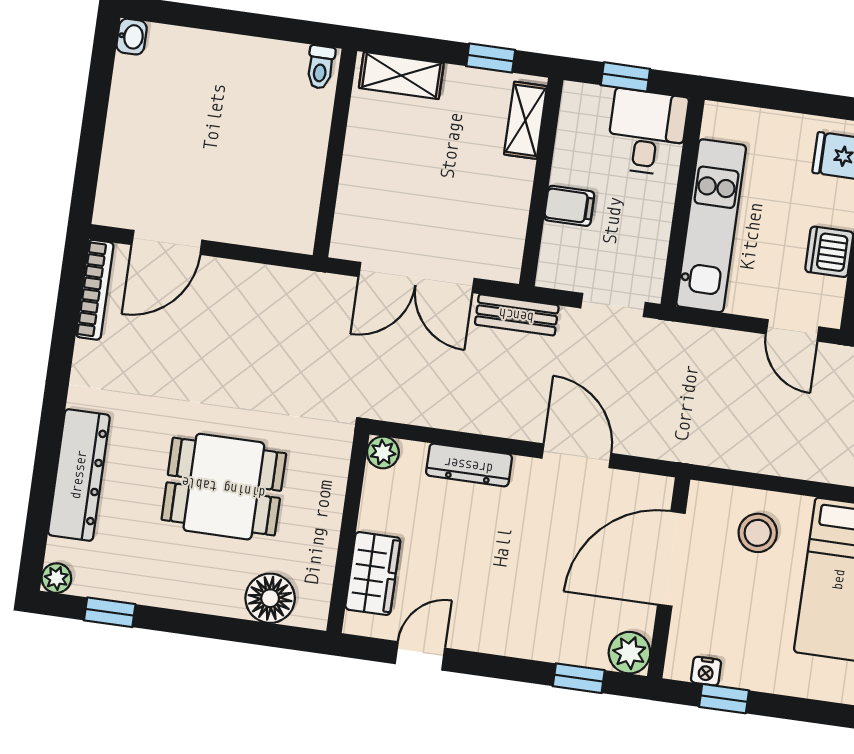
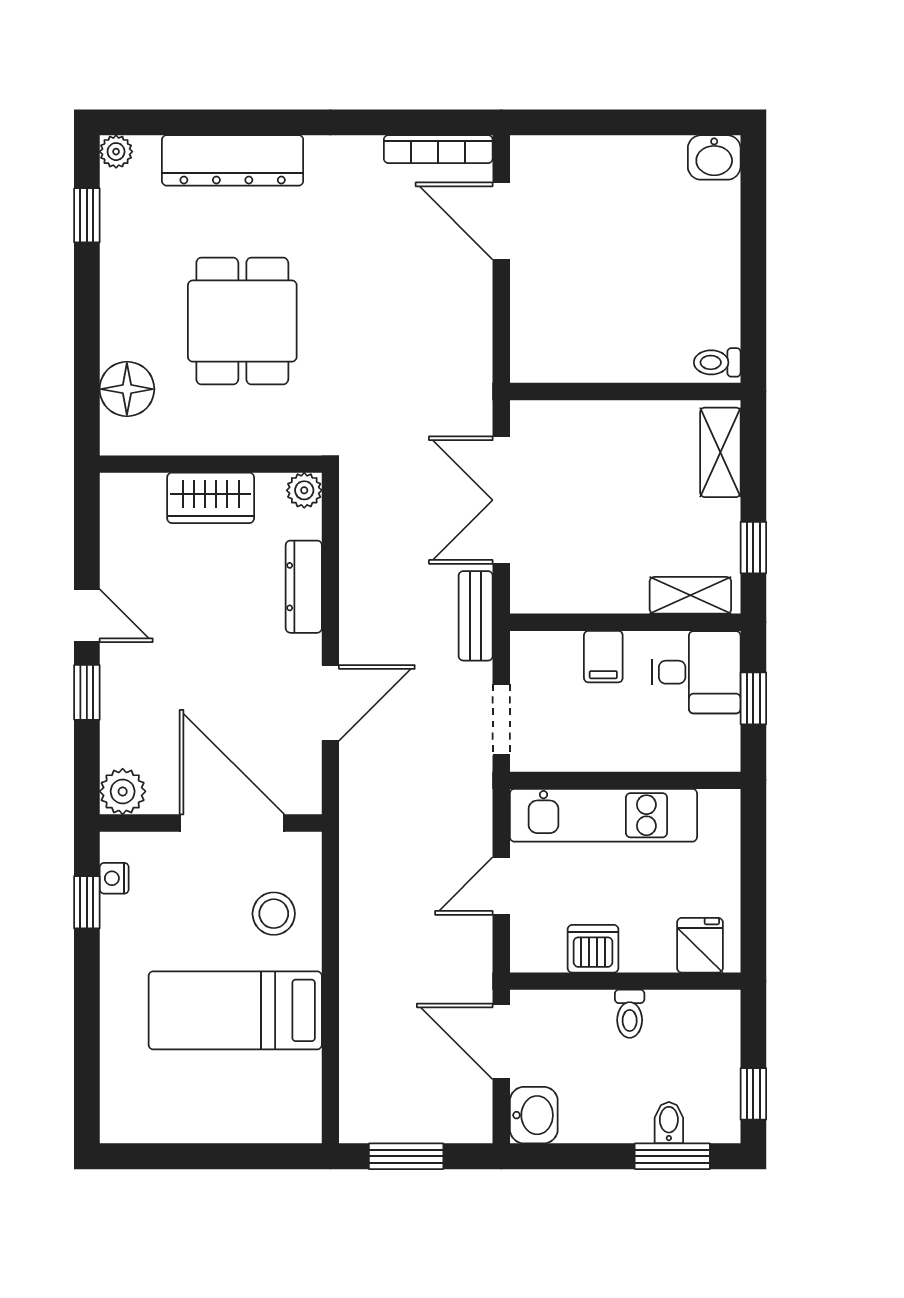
washbasin: (132, 37) -> (714, 157), width x1.38, depth x1.45
desk: (647, 132) -> (696, 672), moved
door: (793, 330) -> (501, 886), moved
wardrobe: (373, 574) -> (211, 498), moved
door: (420, 656) -> (87, 616), moved
window: (579, 678) -> (87, 692), moved

